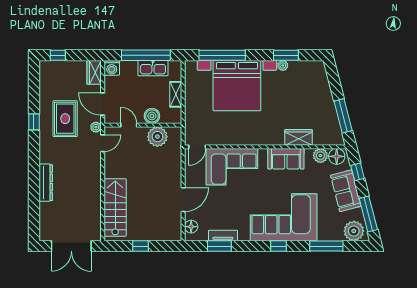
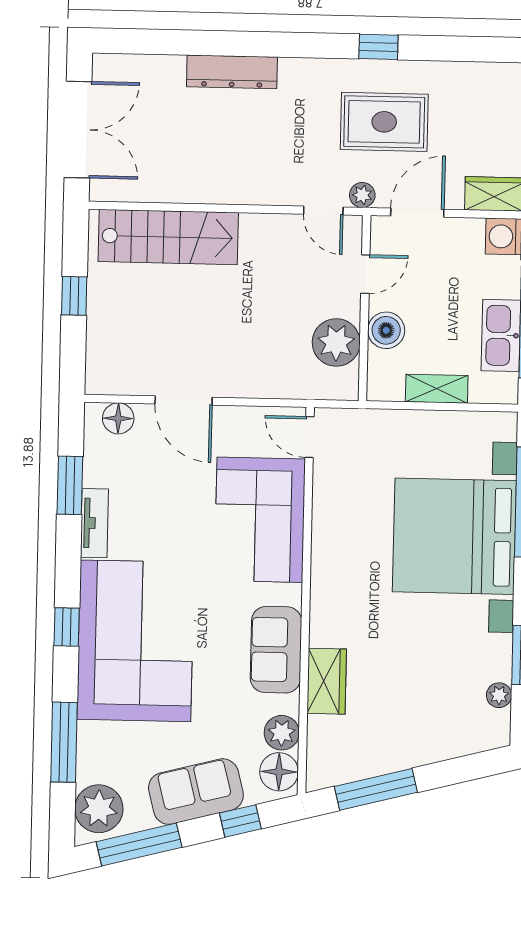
plant: (283, 65) -> (499, 695), moved
tv unit: (223, 235) -> (94, 523), moved
double door: (71, 246) -> (78, 130), swing flipped

